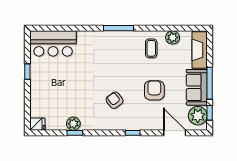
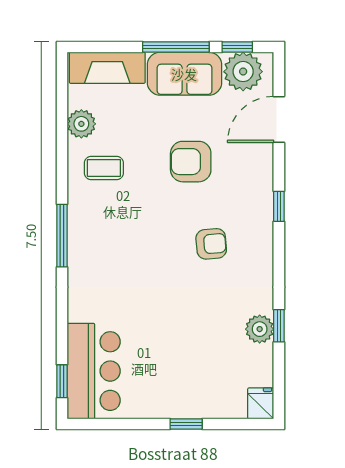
window: (48, 28) -> (62, 381), added
window: (27, 72) -> (186, 424), moved
armchair: (115, 100) -> (211, 244), turned -148

